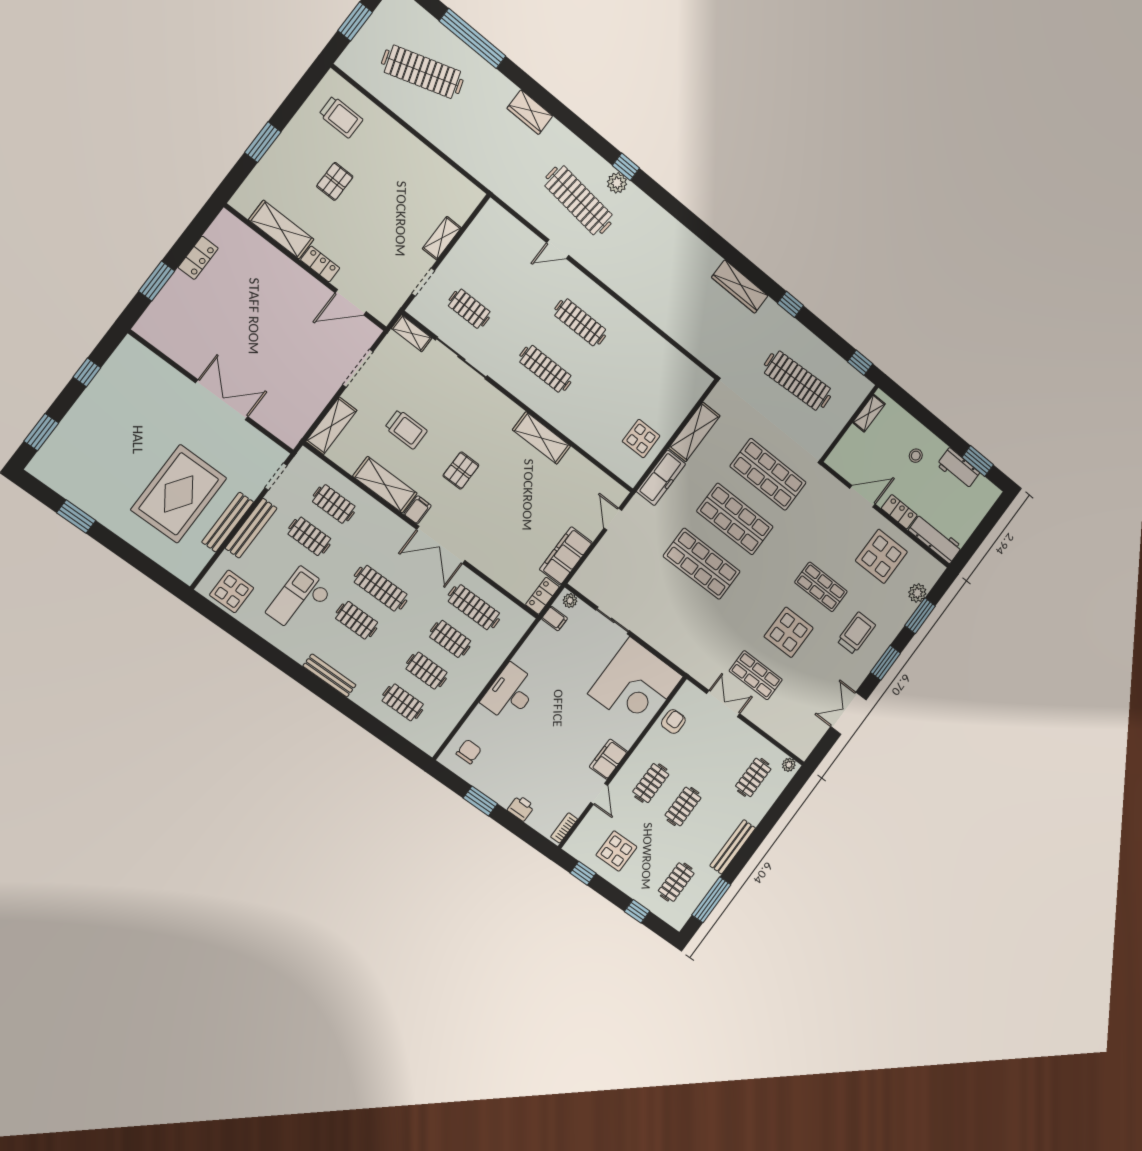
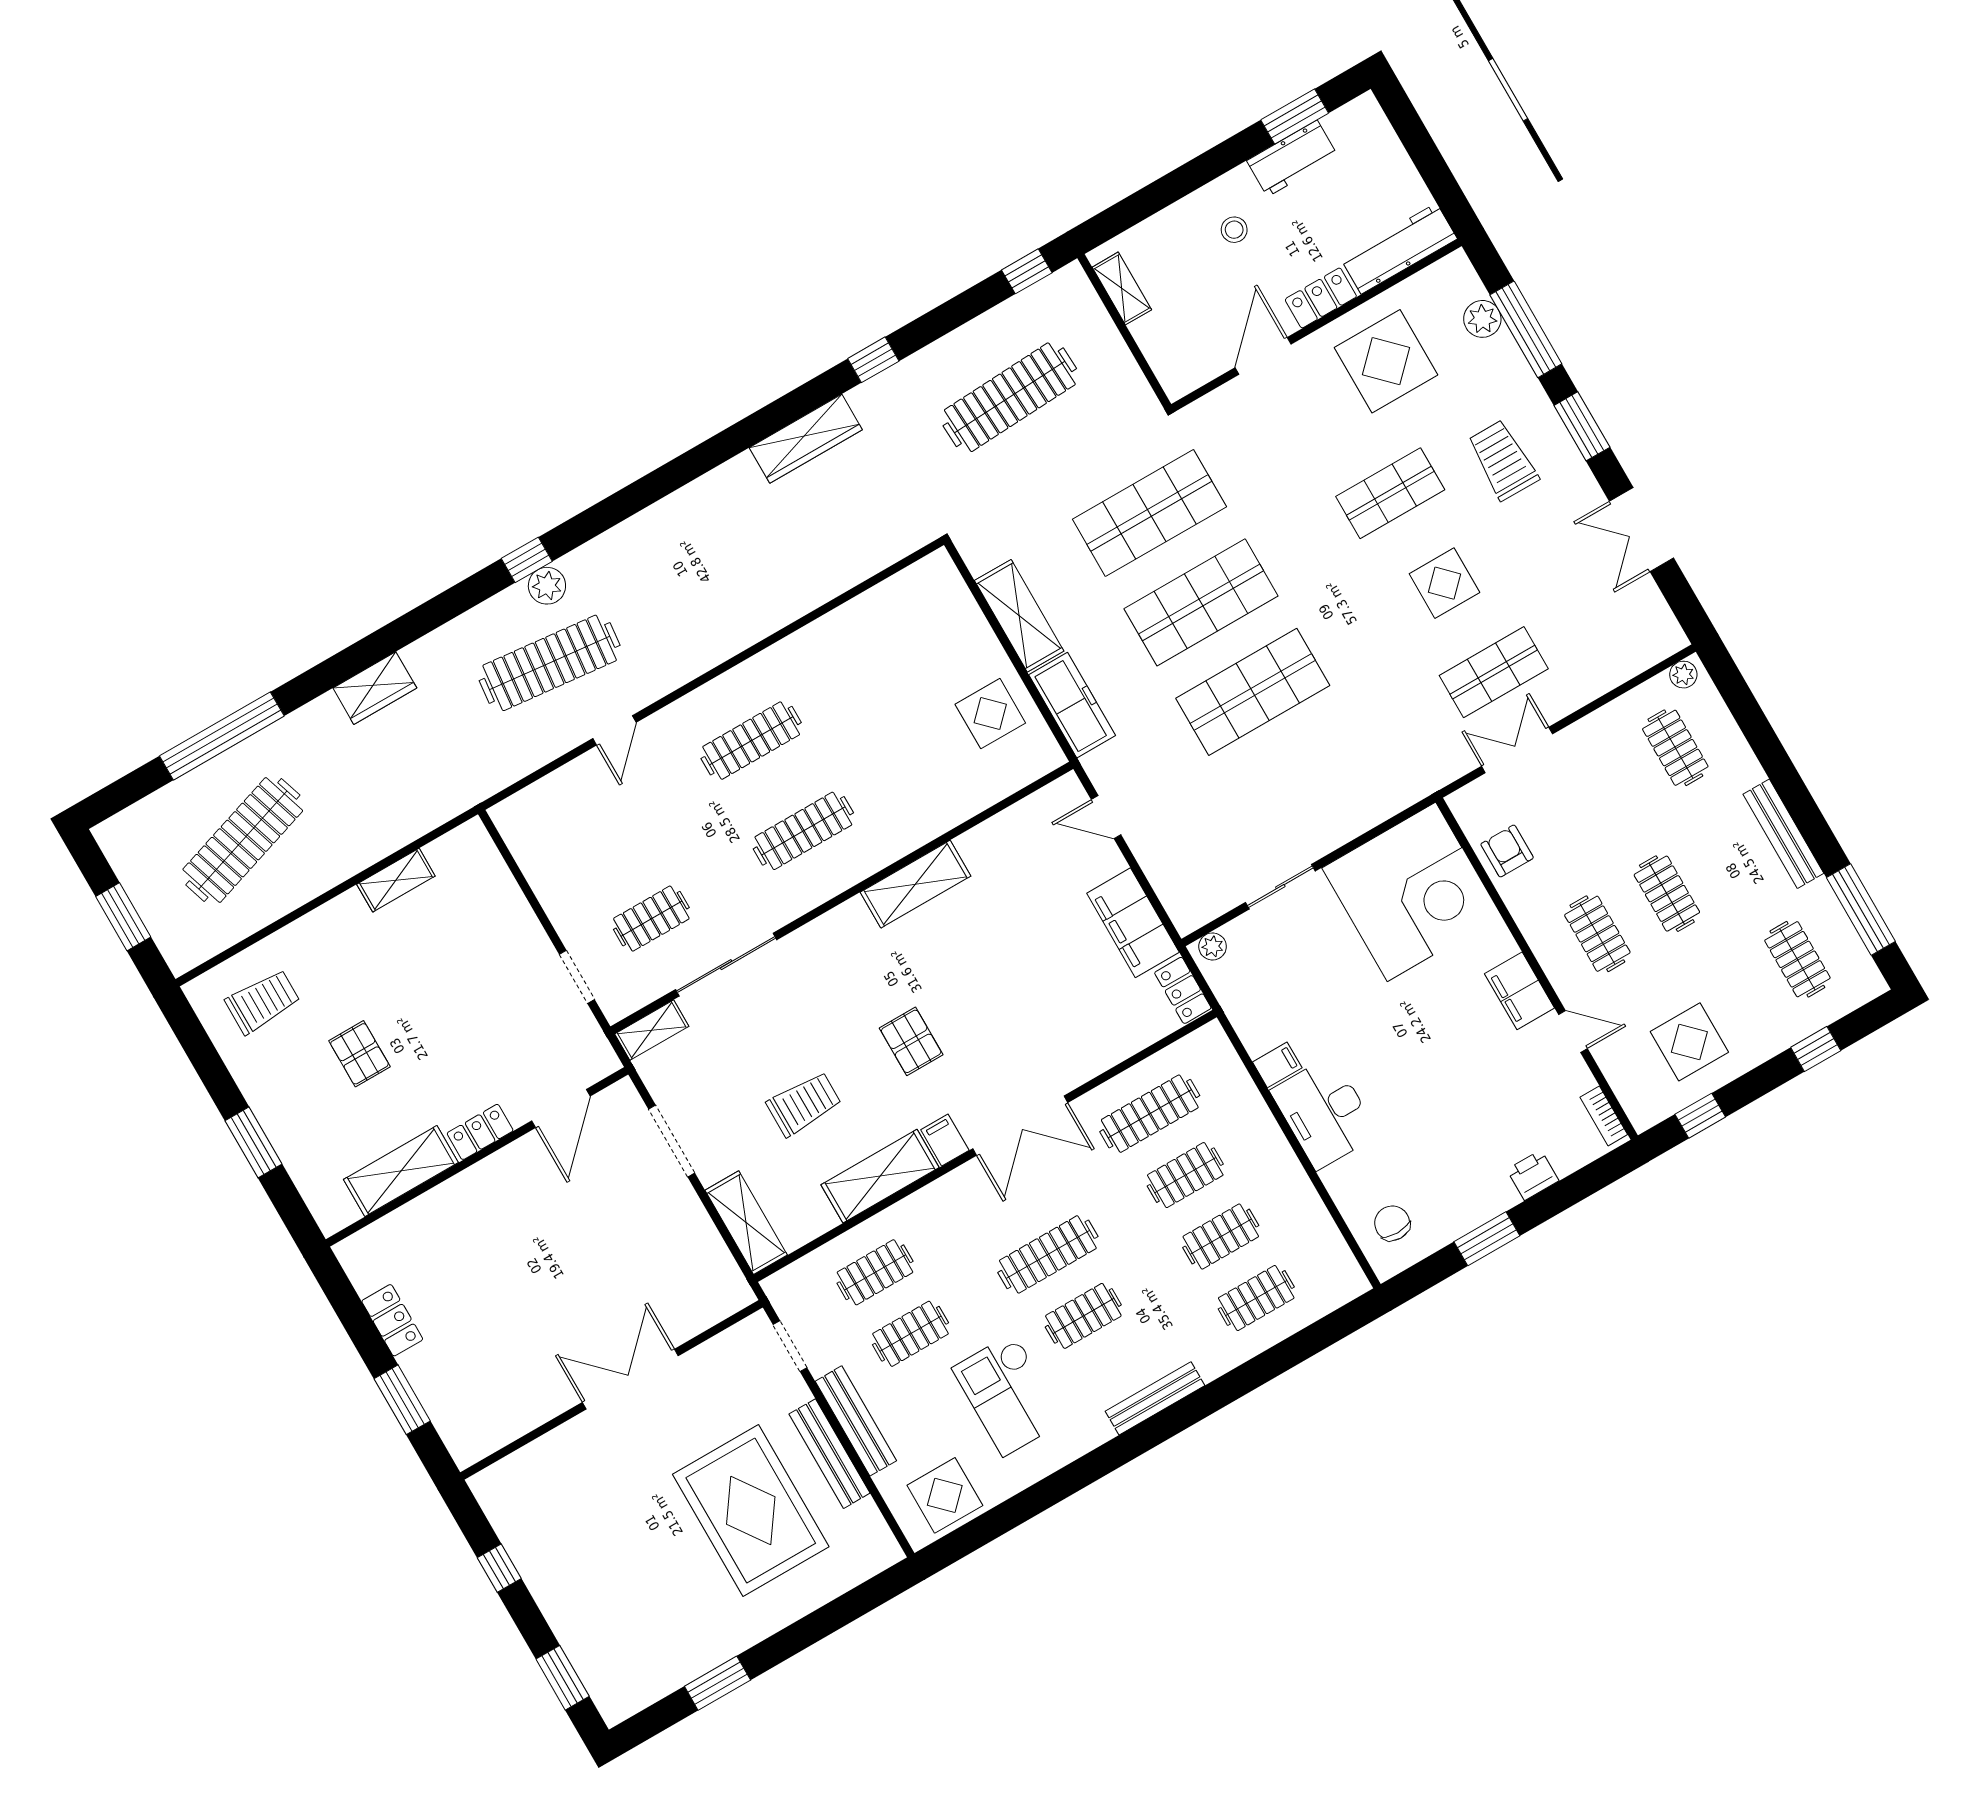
shelving: (442, 238) -> (396, 880), moved, turned 90
window: (920, 616) -> (1526, 329), width x1.44
filing cabinet: (555, 619) -> (1277, 1065), moved
display table: (789, 632) -> (1444, 583), width x0.73, depth x0.73

